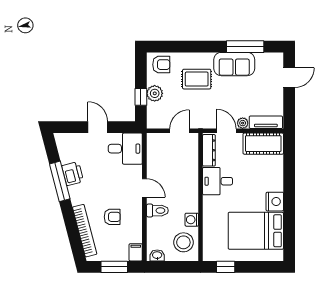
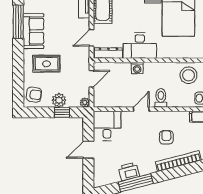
armchair: (161, 65) -> (34, 95), turned 98
rug: (197, 79) -> (47, 64), turned 90
plant: (243, 123) -> (85, 103), moved
door: (179, 131) -> (91, 79), swing flipped
desk: (218, 181) -> (140, 46), width x1.37
washing machine: (192, 220) -> (137, 68), moved

